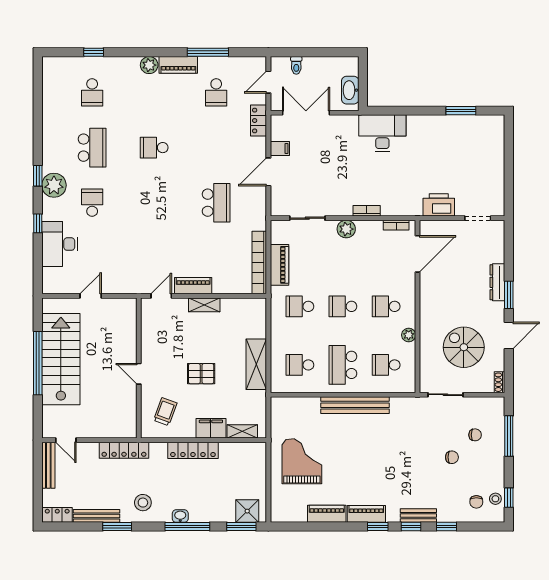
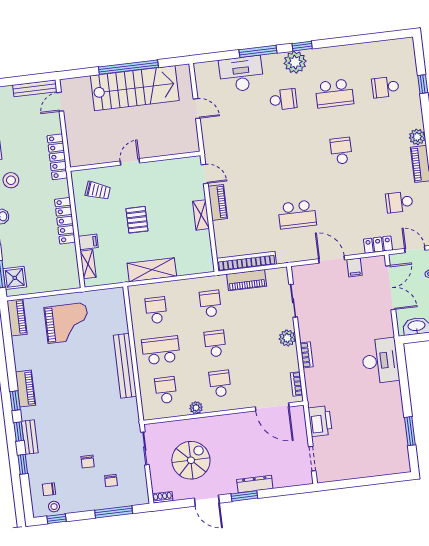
window: (38, 223) -> (258, 51), width x2.17
filing cabinet: (211, 428) -> (88, 242), width x0.50
piano: (327, 514) -> (17, 317), moved

